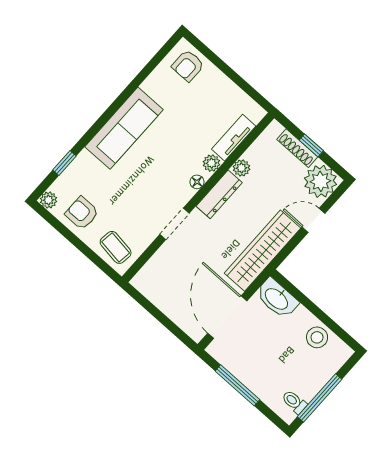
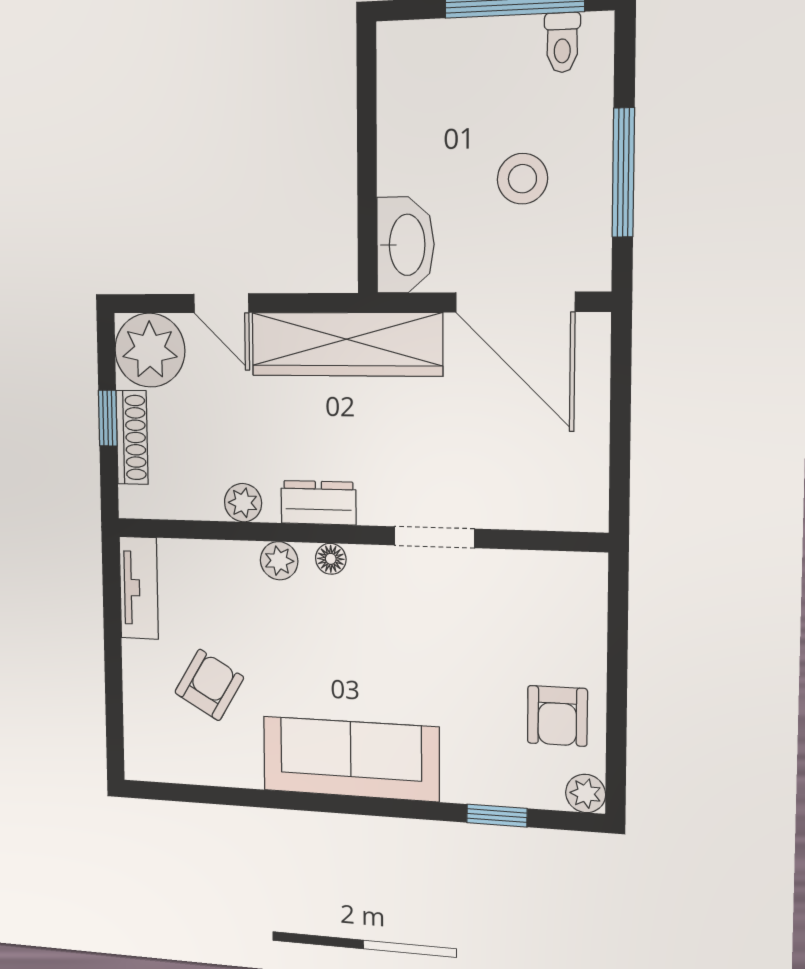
armchair: (188, 66) -> (209, 685), moved, turned -60
tv unit: (234, 138) -> (139, 588), moved, turned -90
dresser: (219, 194) -> (318, 503), width x0.70
coffee table: (116, 247) -> (566, 607), removed
door: (227, 317) -> (515, 302), hinge flipped
stool: (317, 337) -> (522, 179), moved

